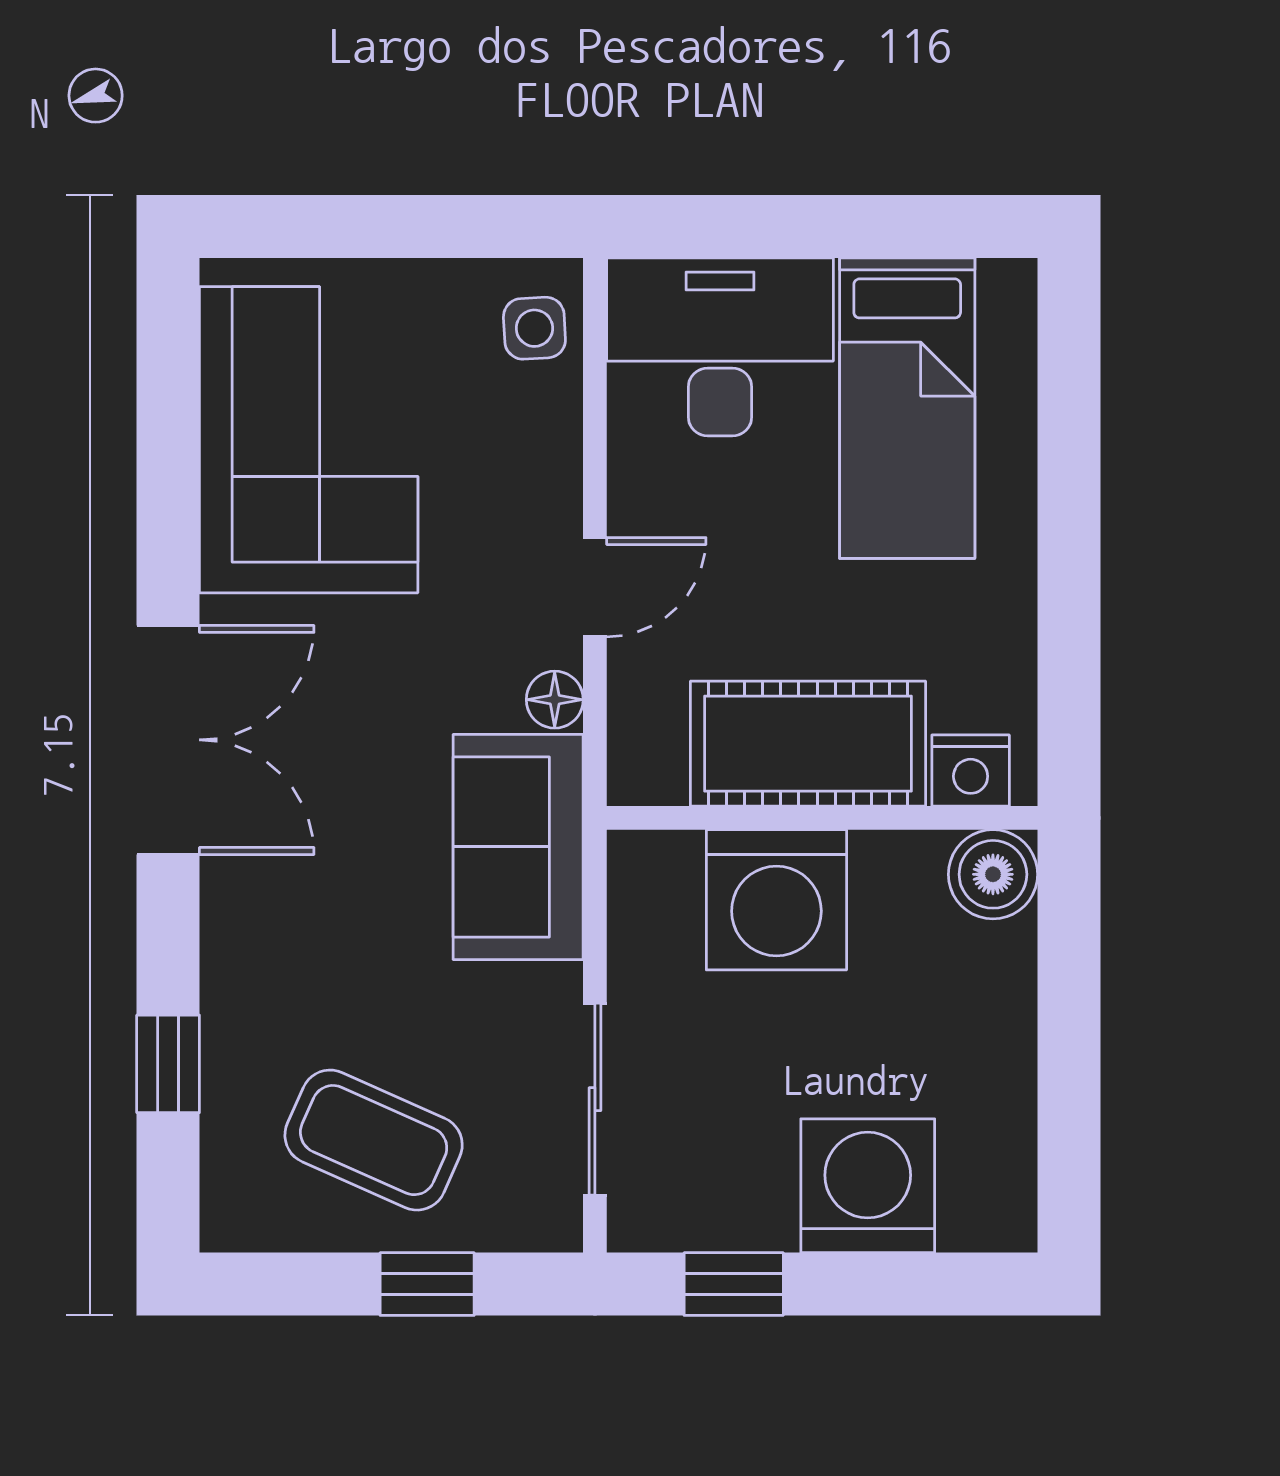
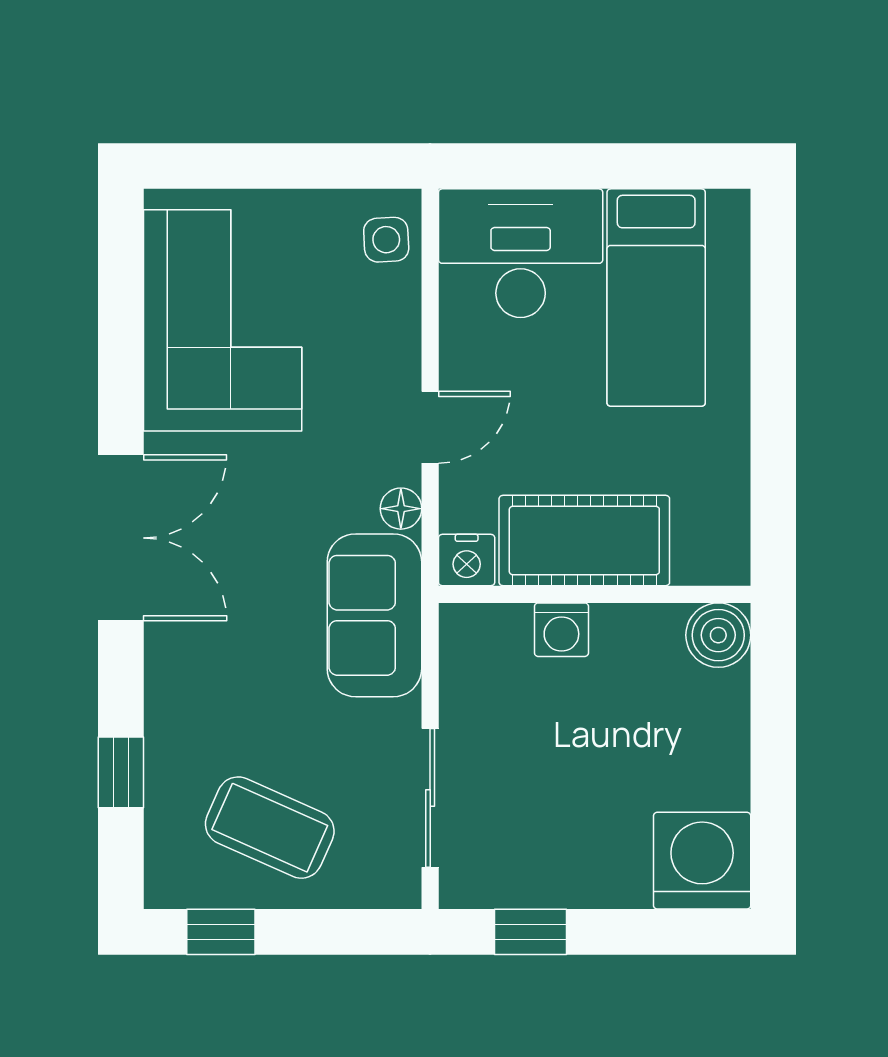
nightstand: (971, 771) -> (467, 560), moved
washing machine: (776, 900) -> (561, 630), width x0.53, depth x0.53
washing machine: (868, 1186) -> (702, 861), moved
window: (427, 1284) -> (221, 932), moved

